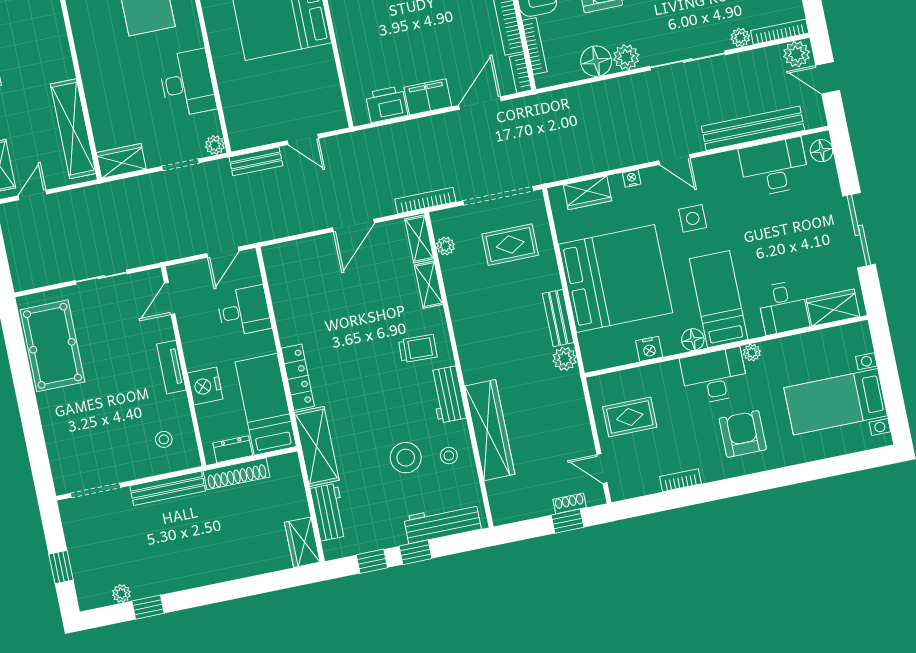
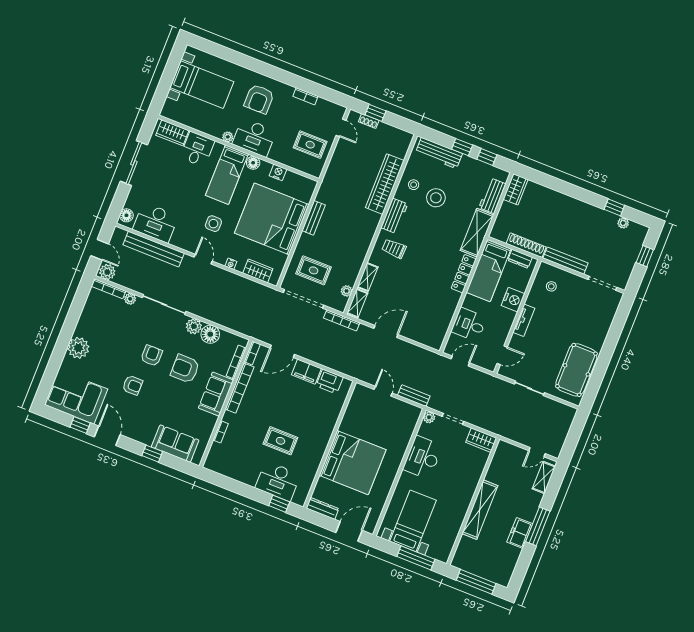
shelving: (73, 129) -> (480, 510), moved
plant: (565, 359) -> (324, 195), removed

